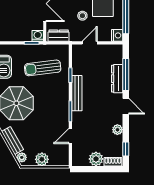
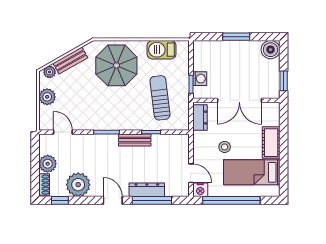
washing machine: (38, 36) -> (200, 79), moved
door: (90, 43) -> (191, 173), moved
bench: (77, 93) -> (135, 140), width x0.73
door: (126, 106) -> (113, 200), swing flipped
plant: (117, 130) -> (78, 185), width x1.88, depth x1.88
door: (70, 136) -> (63, 132), moved

